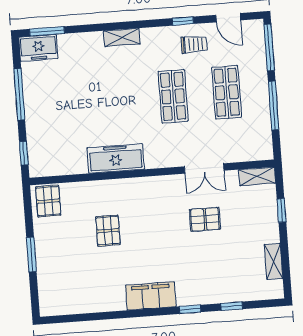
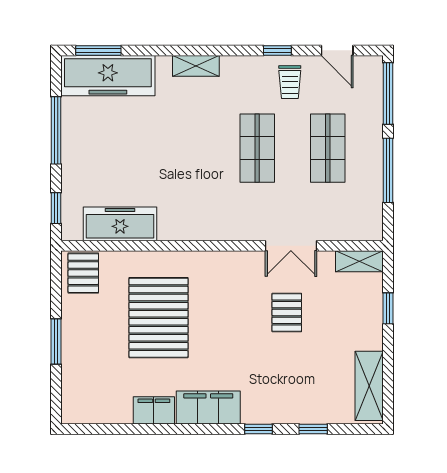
trolley: (194, 44) -> (290, 82), turned 90
freezer: (38, 48) -> (108, 76), width x1.91, depth x1.26
freezer: (116, 158) -> (120, 224), moved
pallet: (205, 219) -> (287, 312), turned 90
pallet: (108, 231) -> (159, 318), width x2.05, depth x2.00
shelving: (274, 261) -> (369, 386), width x1.50, depth x1.33
filing cabinet: (110, 301) -> (154, 410), added

